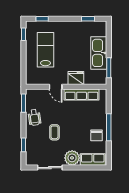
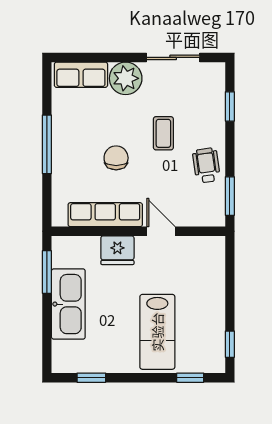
lab bench: (45, 50) -> (157, 332), moved
chair: (96, 135) -> (116, 158), moved

